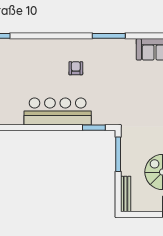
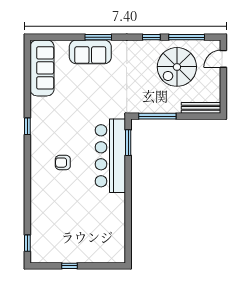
window: (109, 36) -> (27, 126), width x0.46
bar counter: (58, 111) -> (110, 156), moved

